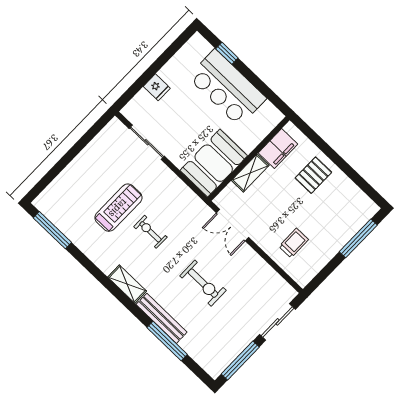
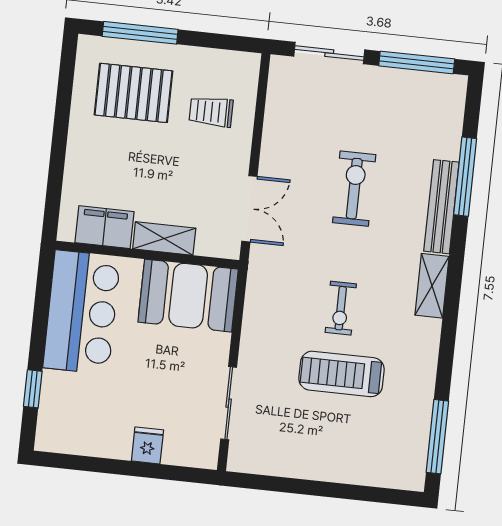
bar counter: (227, 88) -> (82, 312), moved
pallet: (313, 175) -> (134, 93), moved, width x1.50, depth x1.42

